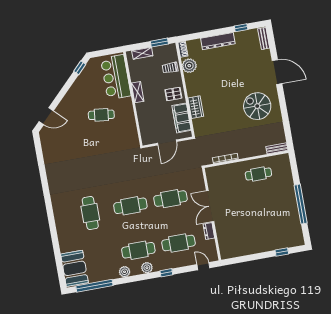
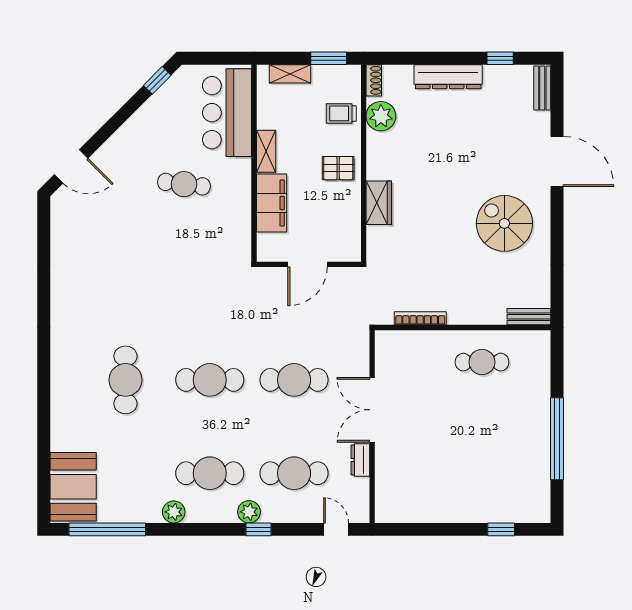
filing cabinet: (182, 118) -> (272, 203), moved, turned 180
plant: (147, 268) -> (249, 512), moved

